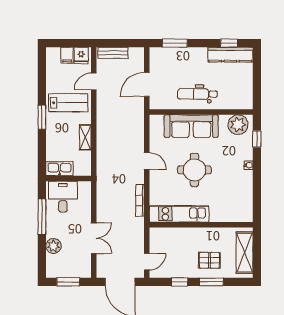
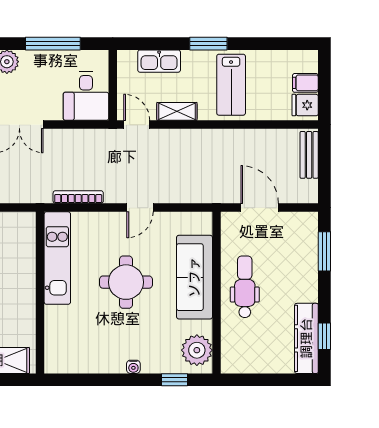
door: (94, 81) -> (137, 125), moved
kitchen sink: (60, 169) -> (159, 61), moved, turned 90
desk: (63, 197) -> (86, 96), moved, turned 90

